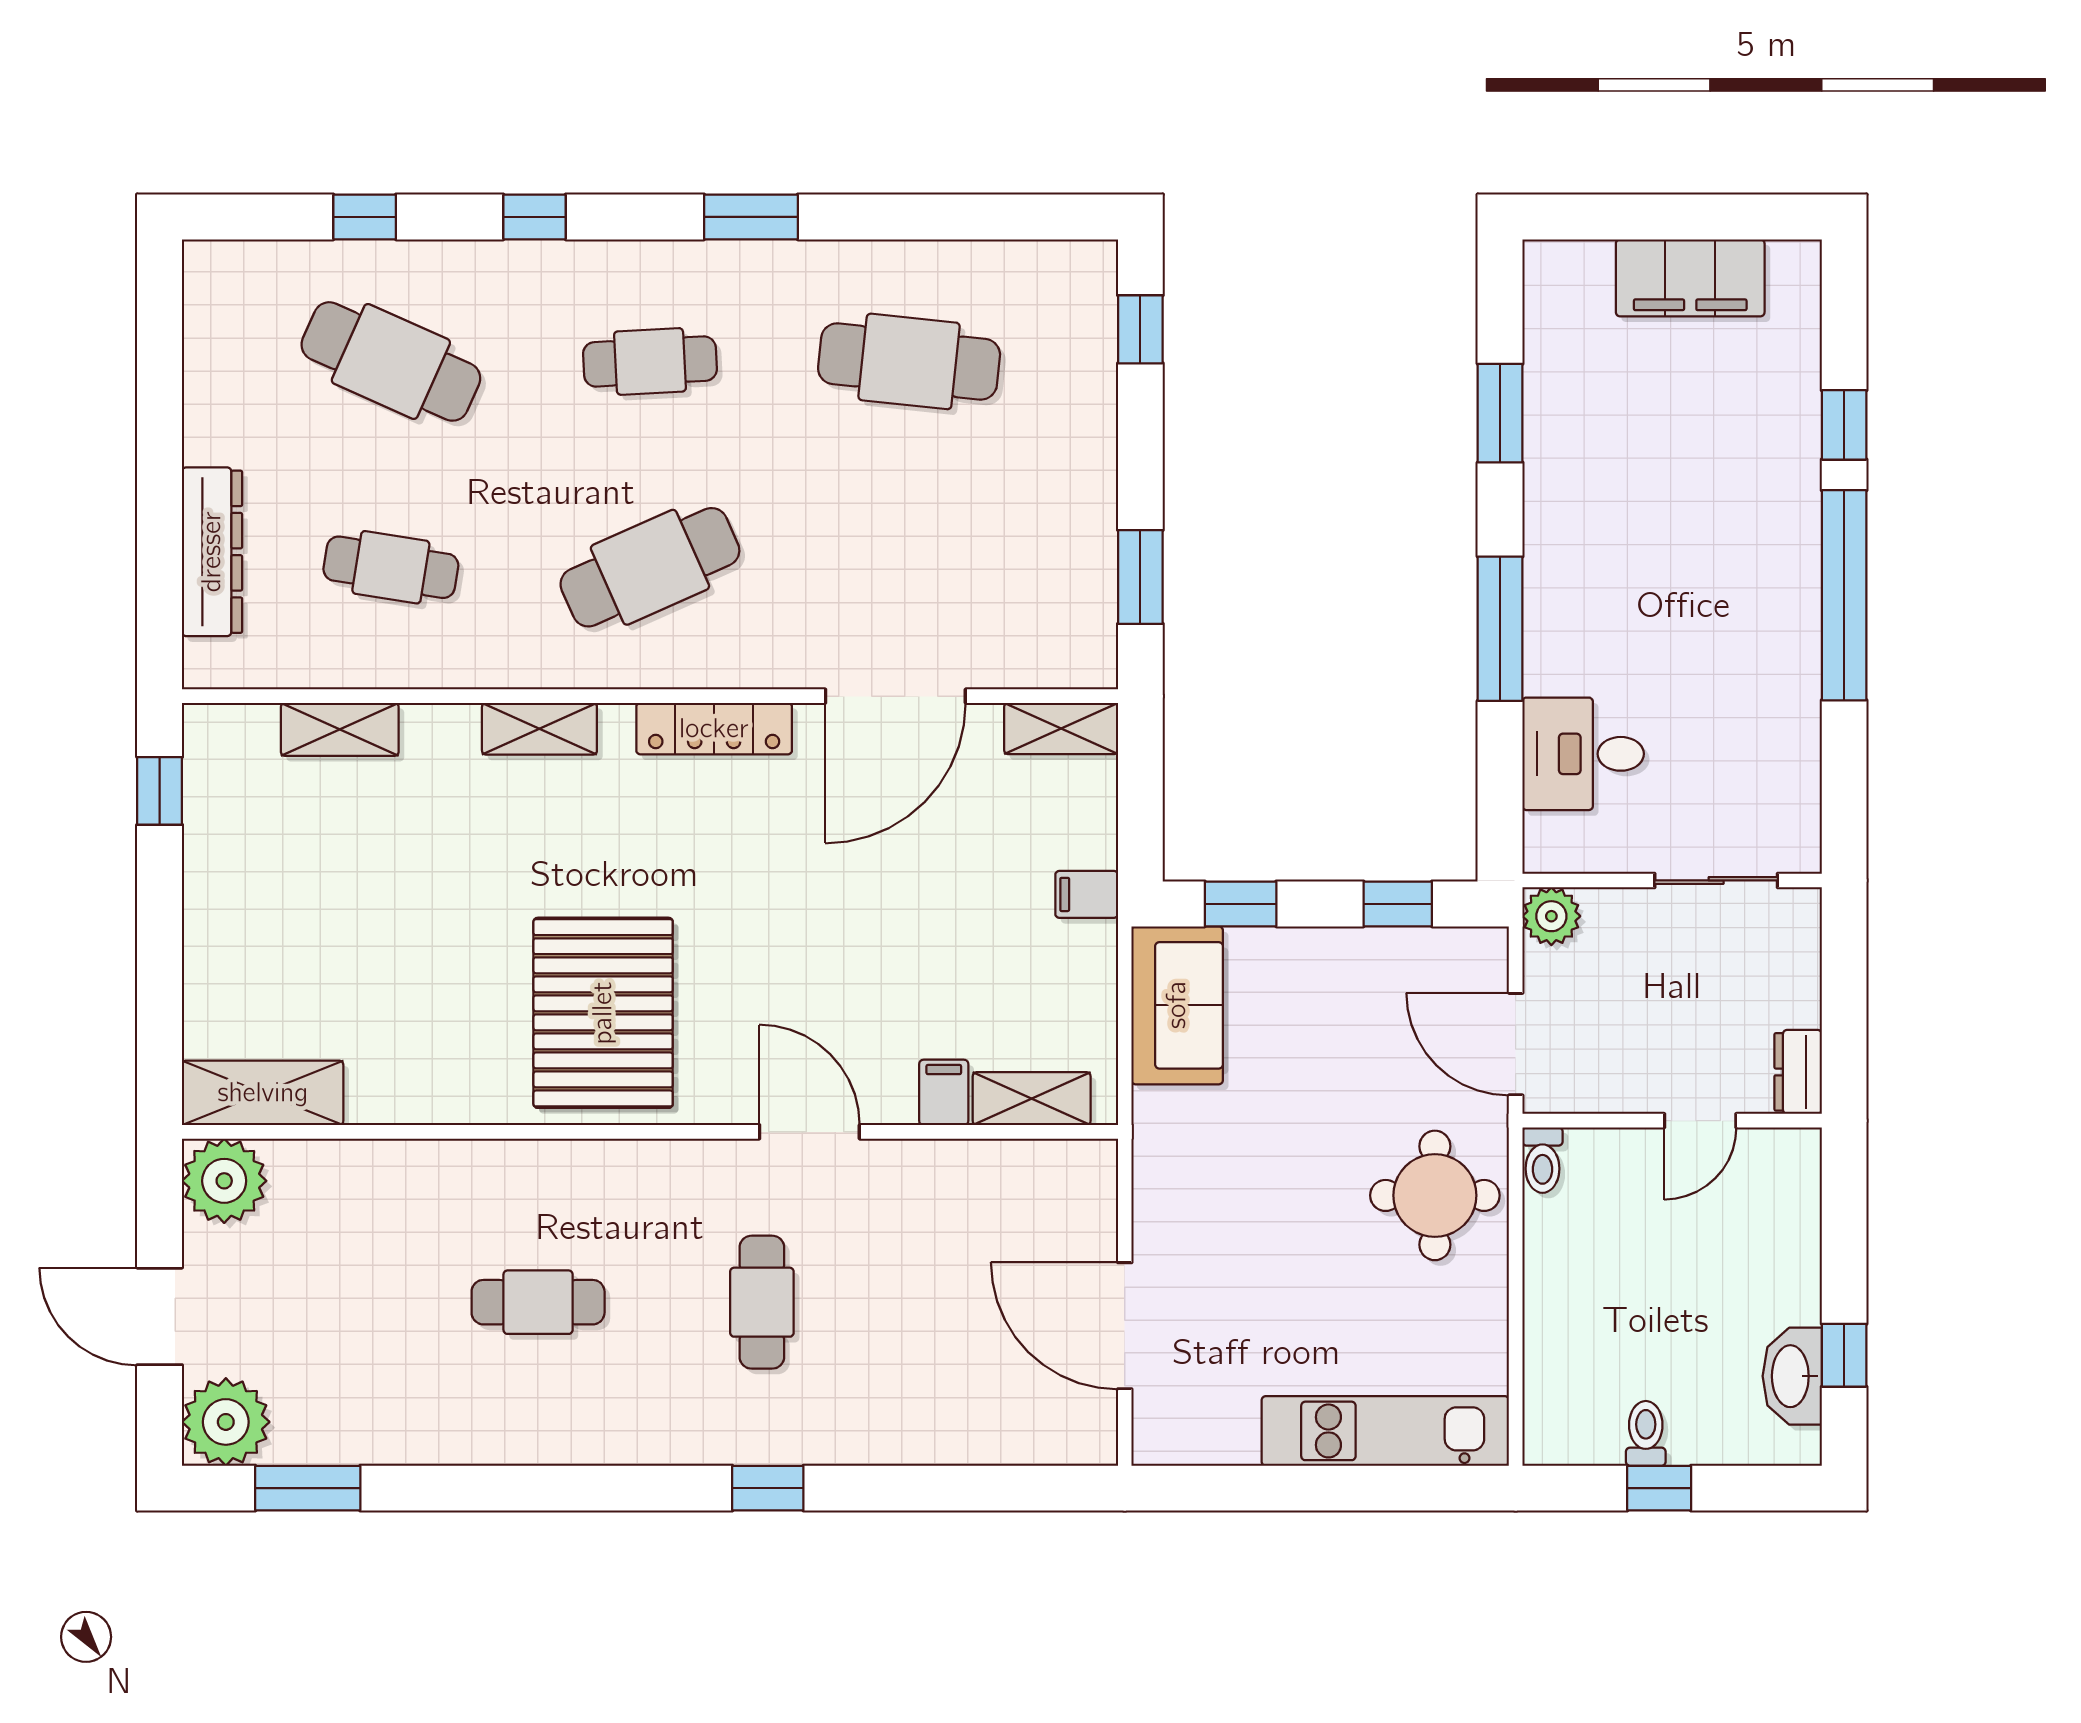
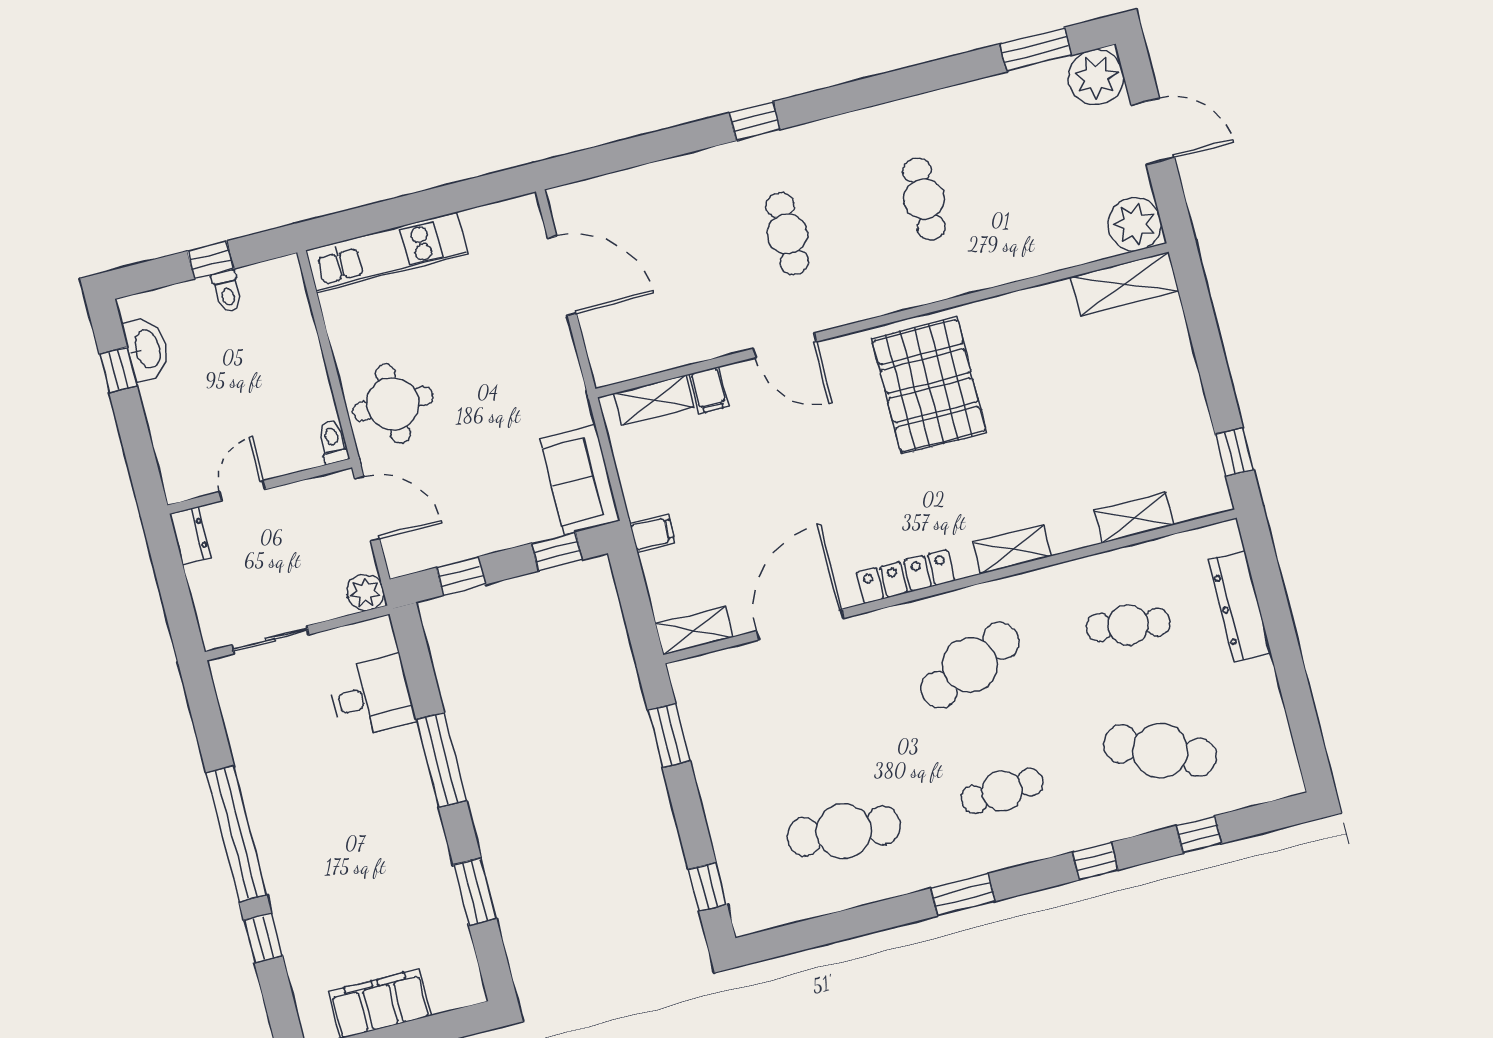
cafe table: (538, 1302) -> (924, 199), turned 90

